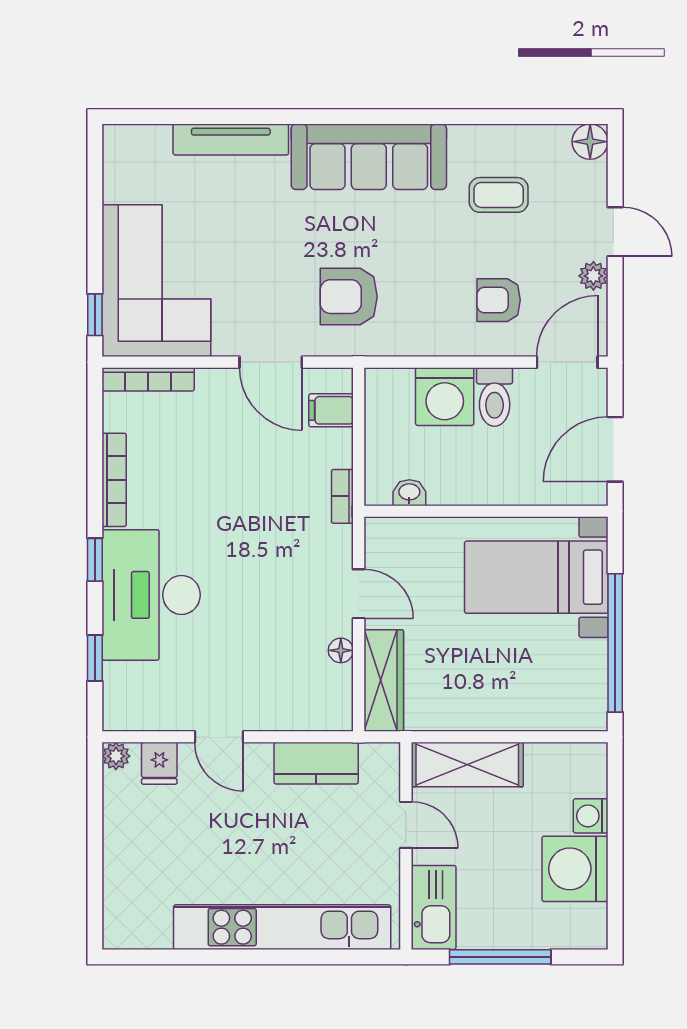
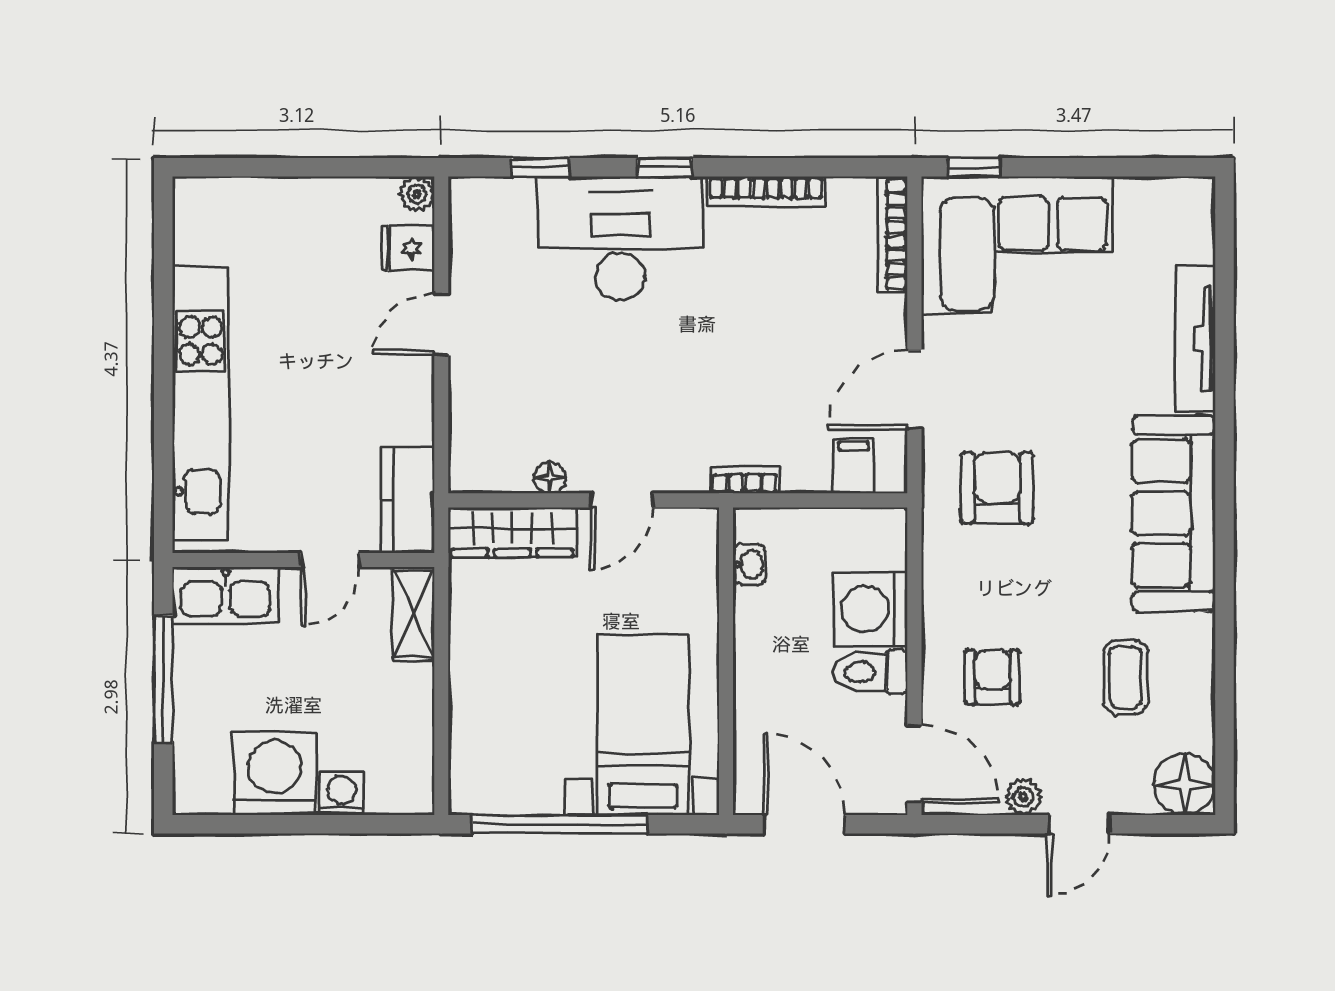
floor lamp: (590, 142) -> (1184, 784), width x1.38, depth x1.38
kitchen counter: (316, 763) -> (408, 500), moved
shelving: (467, 765) -> (413, 614), width x0.67, depth x0.75

